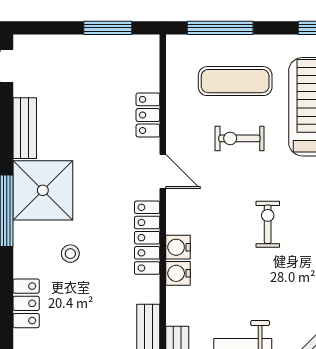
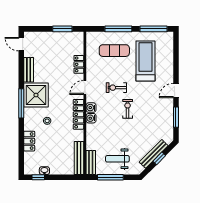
window: (220, 28) -> (118, 29), moved
exercise bike: (239, 138) -> (116, 88), moved
door: (163, 172) -> (85, 87), swing flipped
water cooler: (178, 273) -> (91, 108), moved

